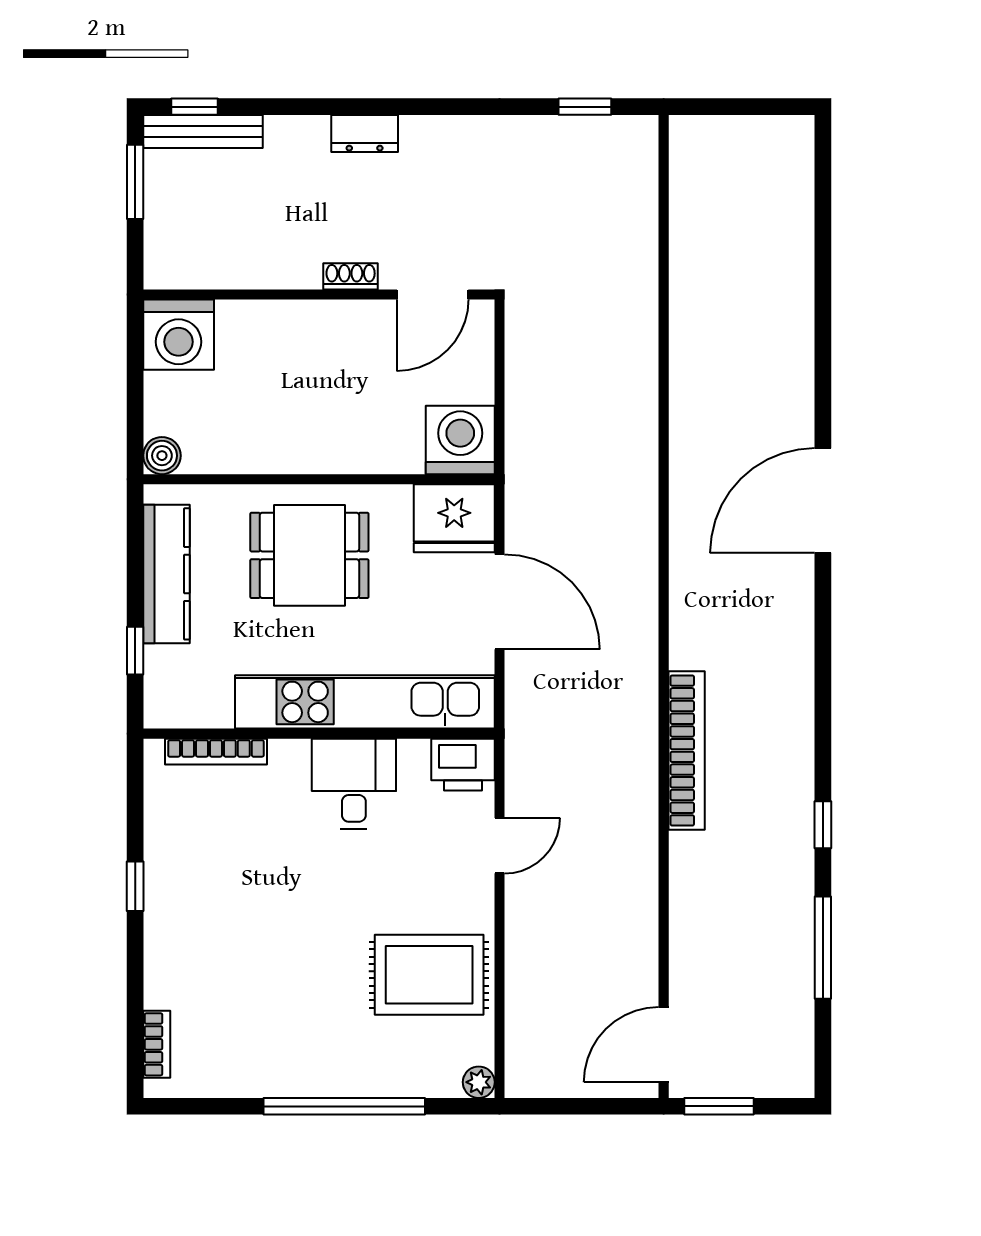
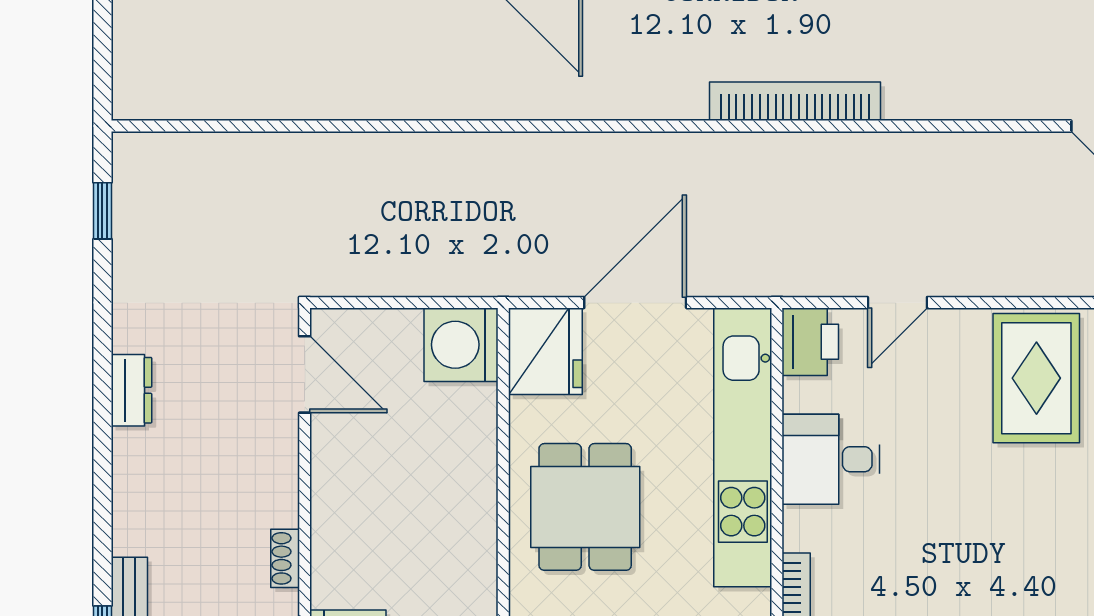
dresser: (365, 134) -> (131, 390), moved
shoe rack: (351, 276) -> (285, 558), moved
door: (499, 846) -> (897, 303), swing flipped

